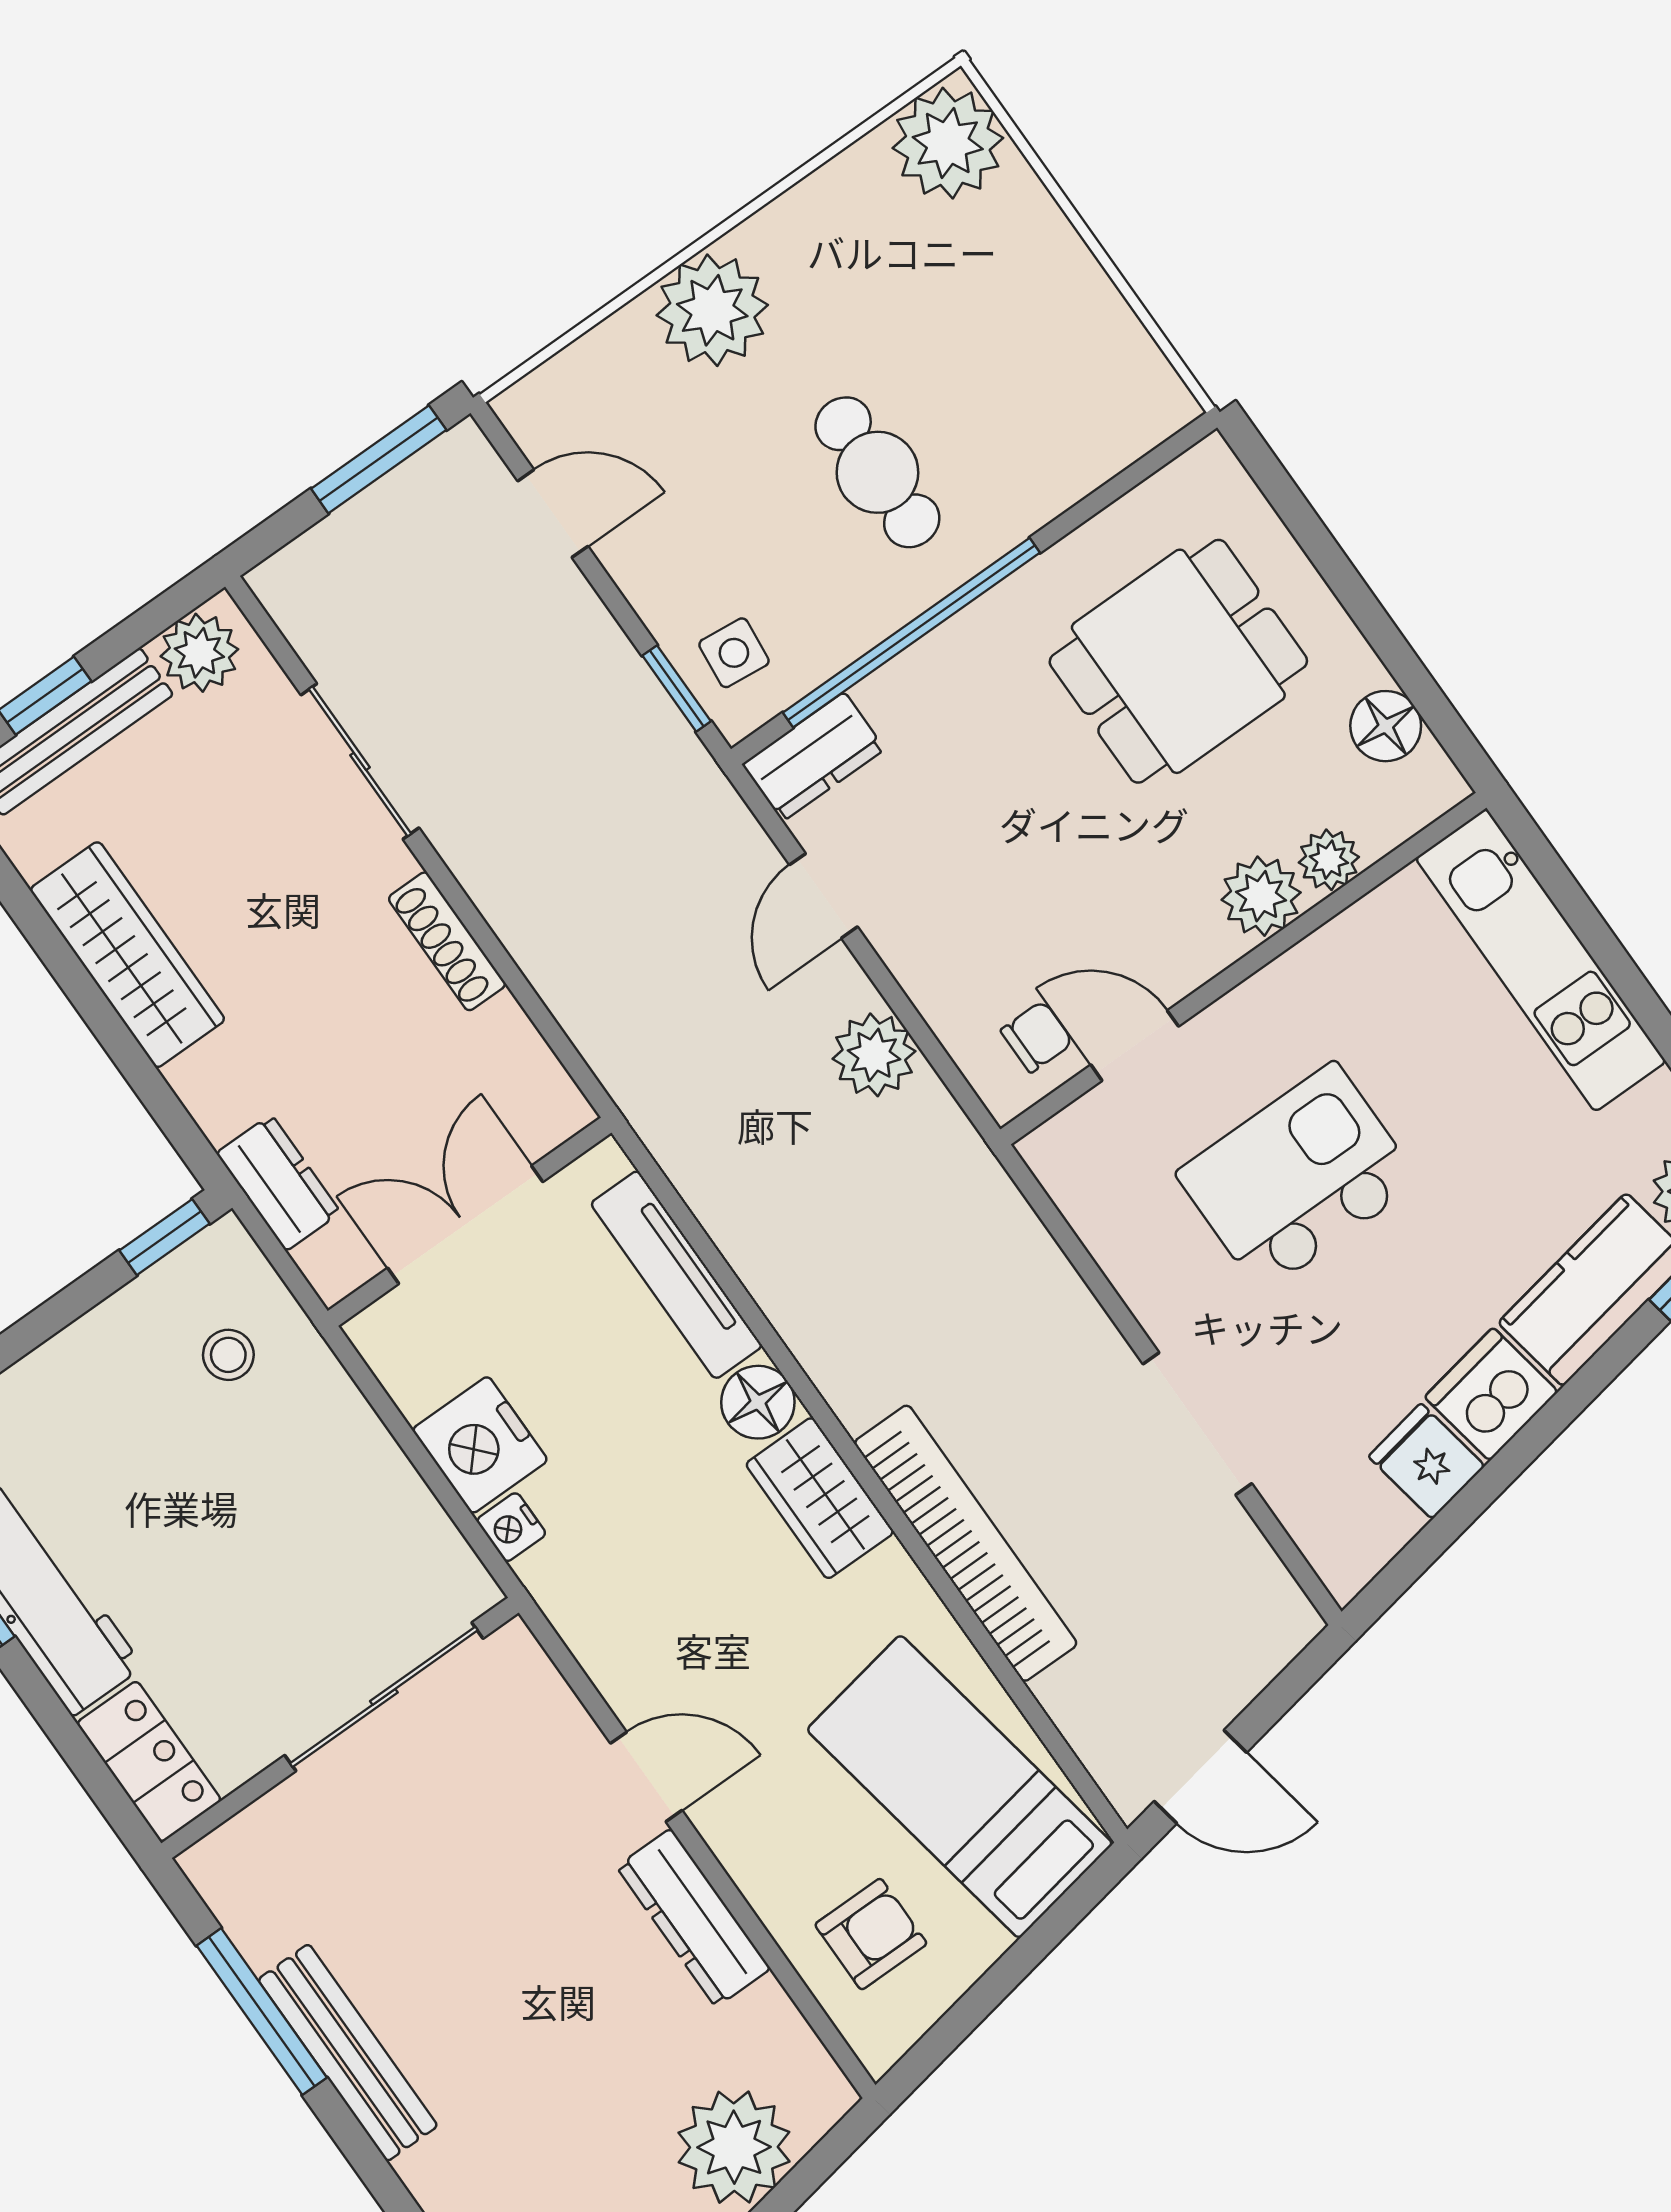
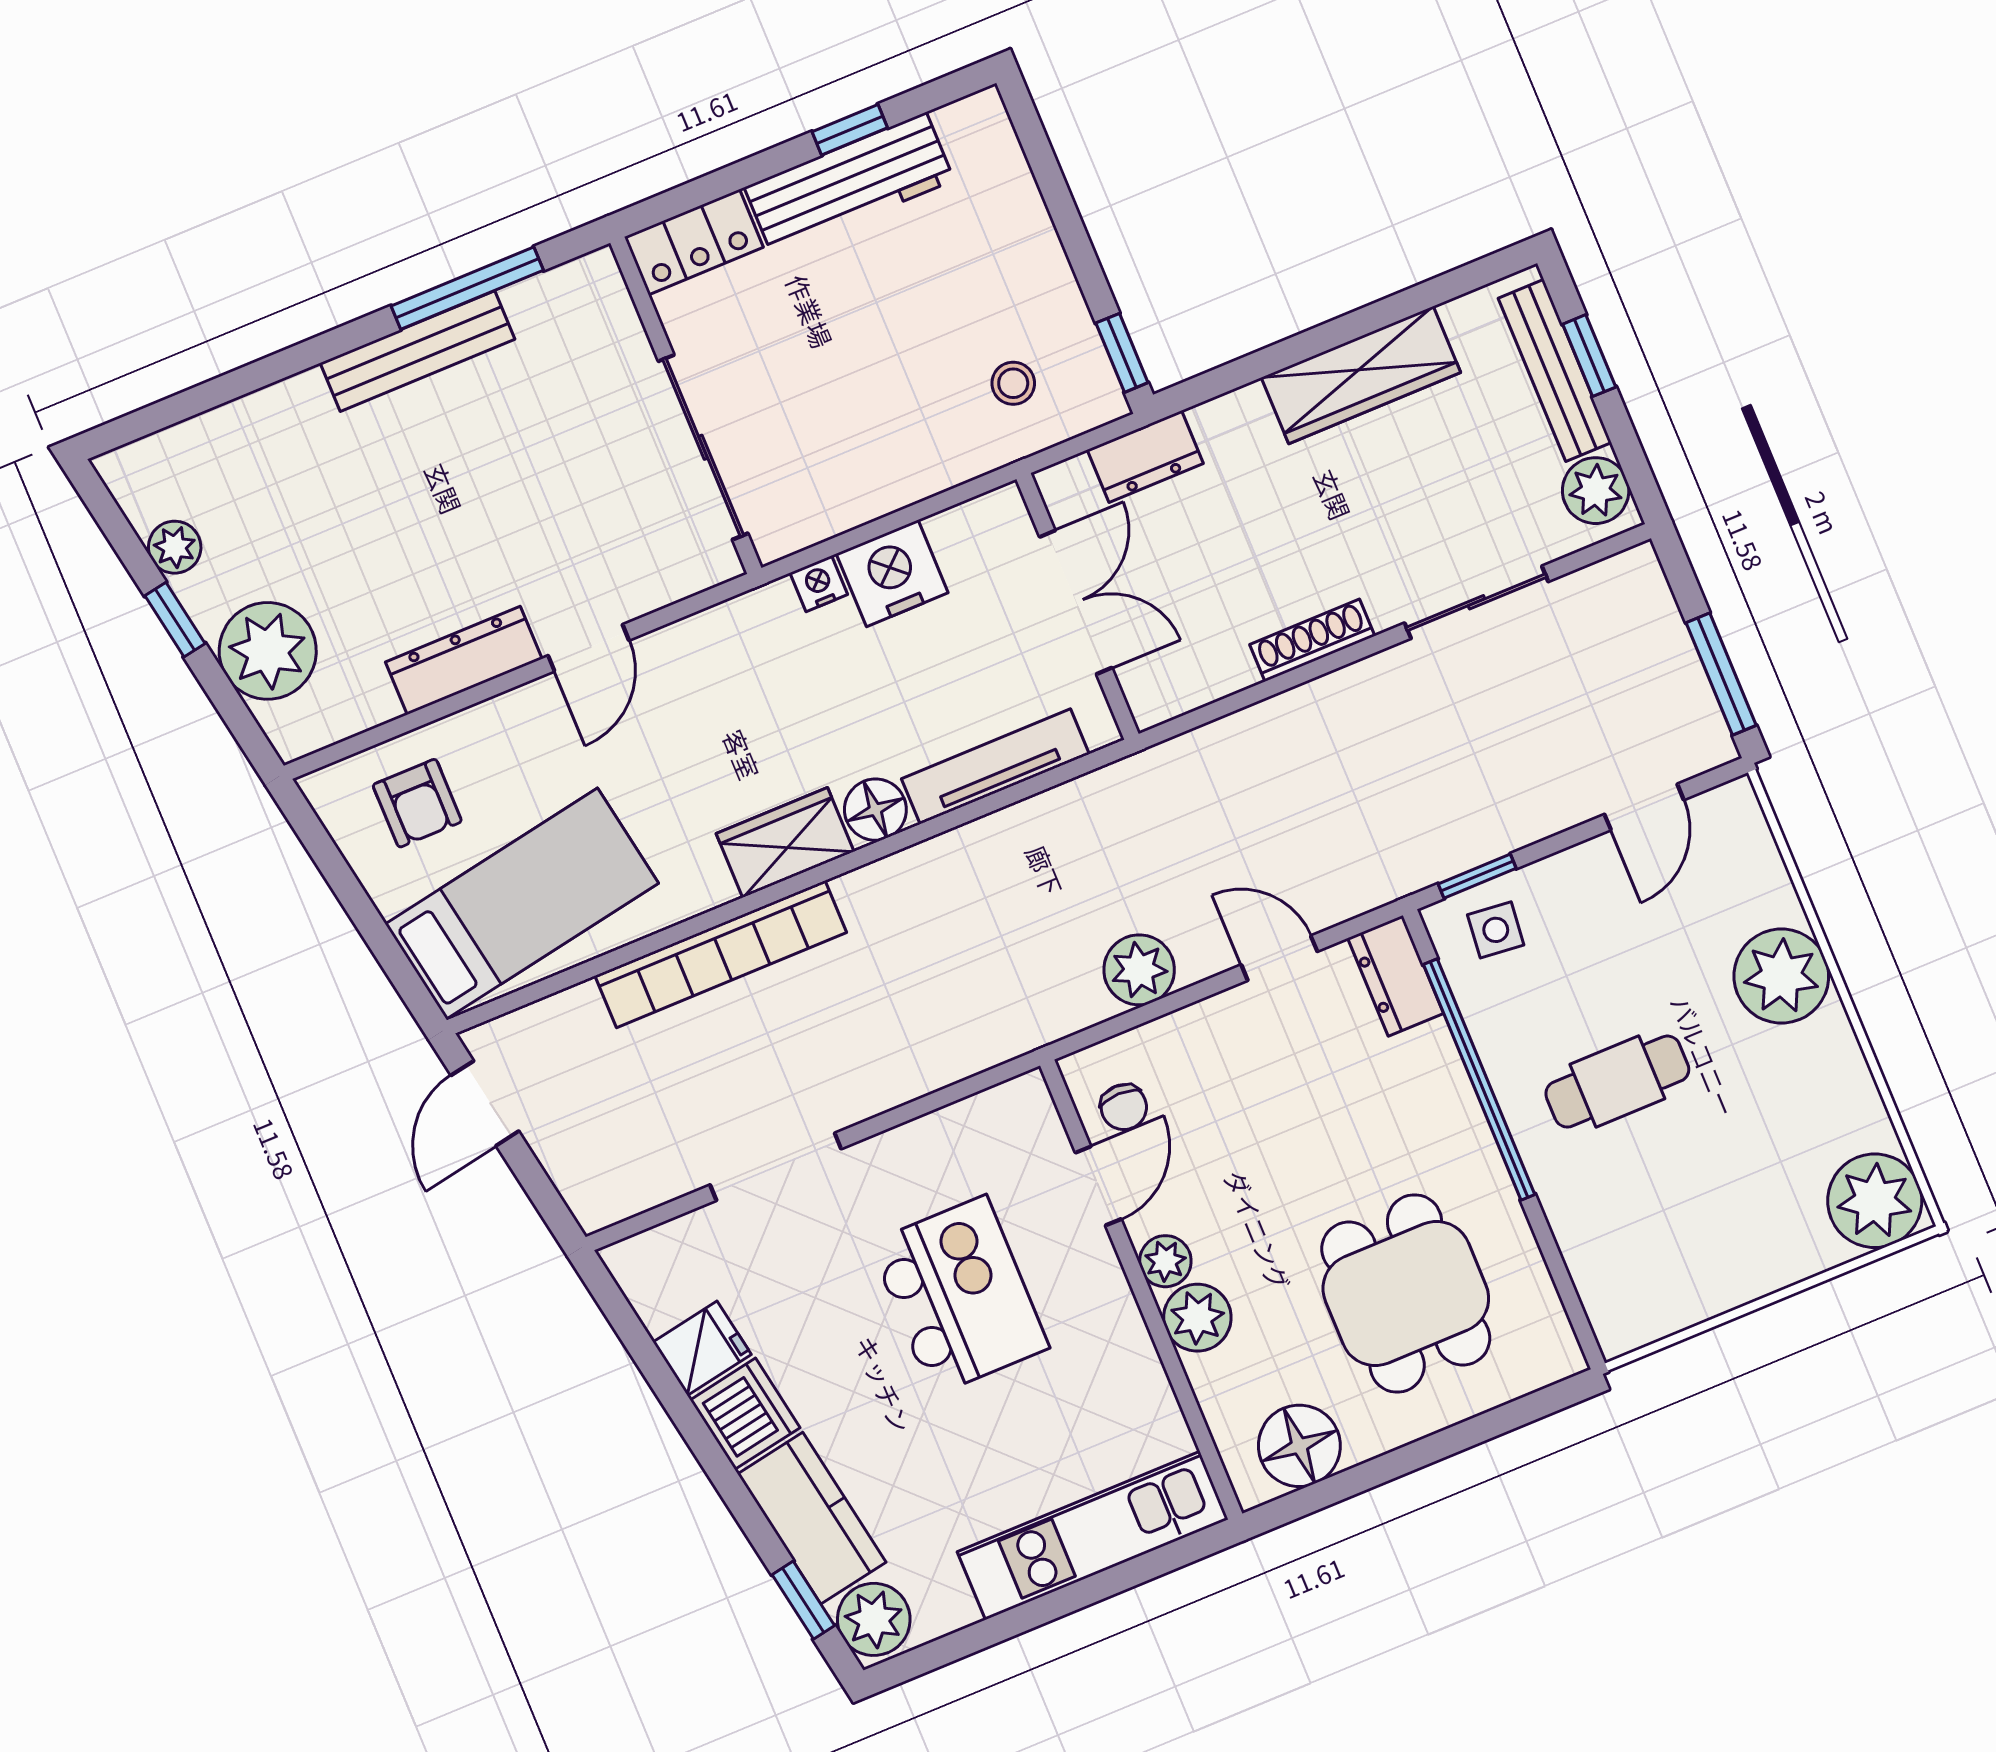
floor lamp: (1386, 726) -> (1299, 1446), width x1.38, depth x1.38
plant: (1329, 860) -> (1165, 1261), moved

